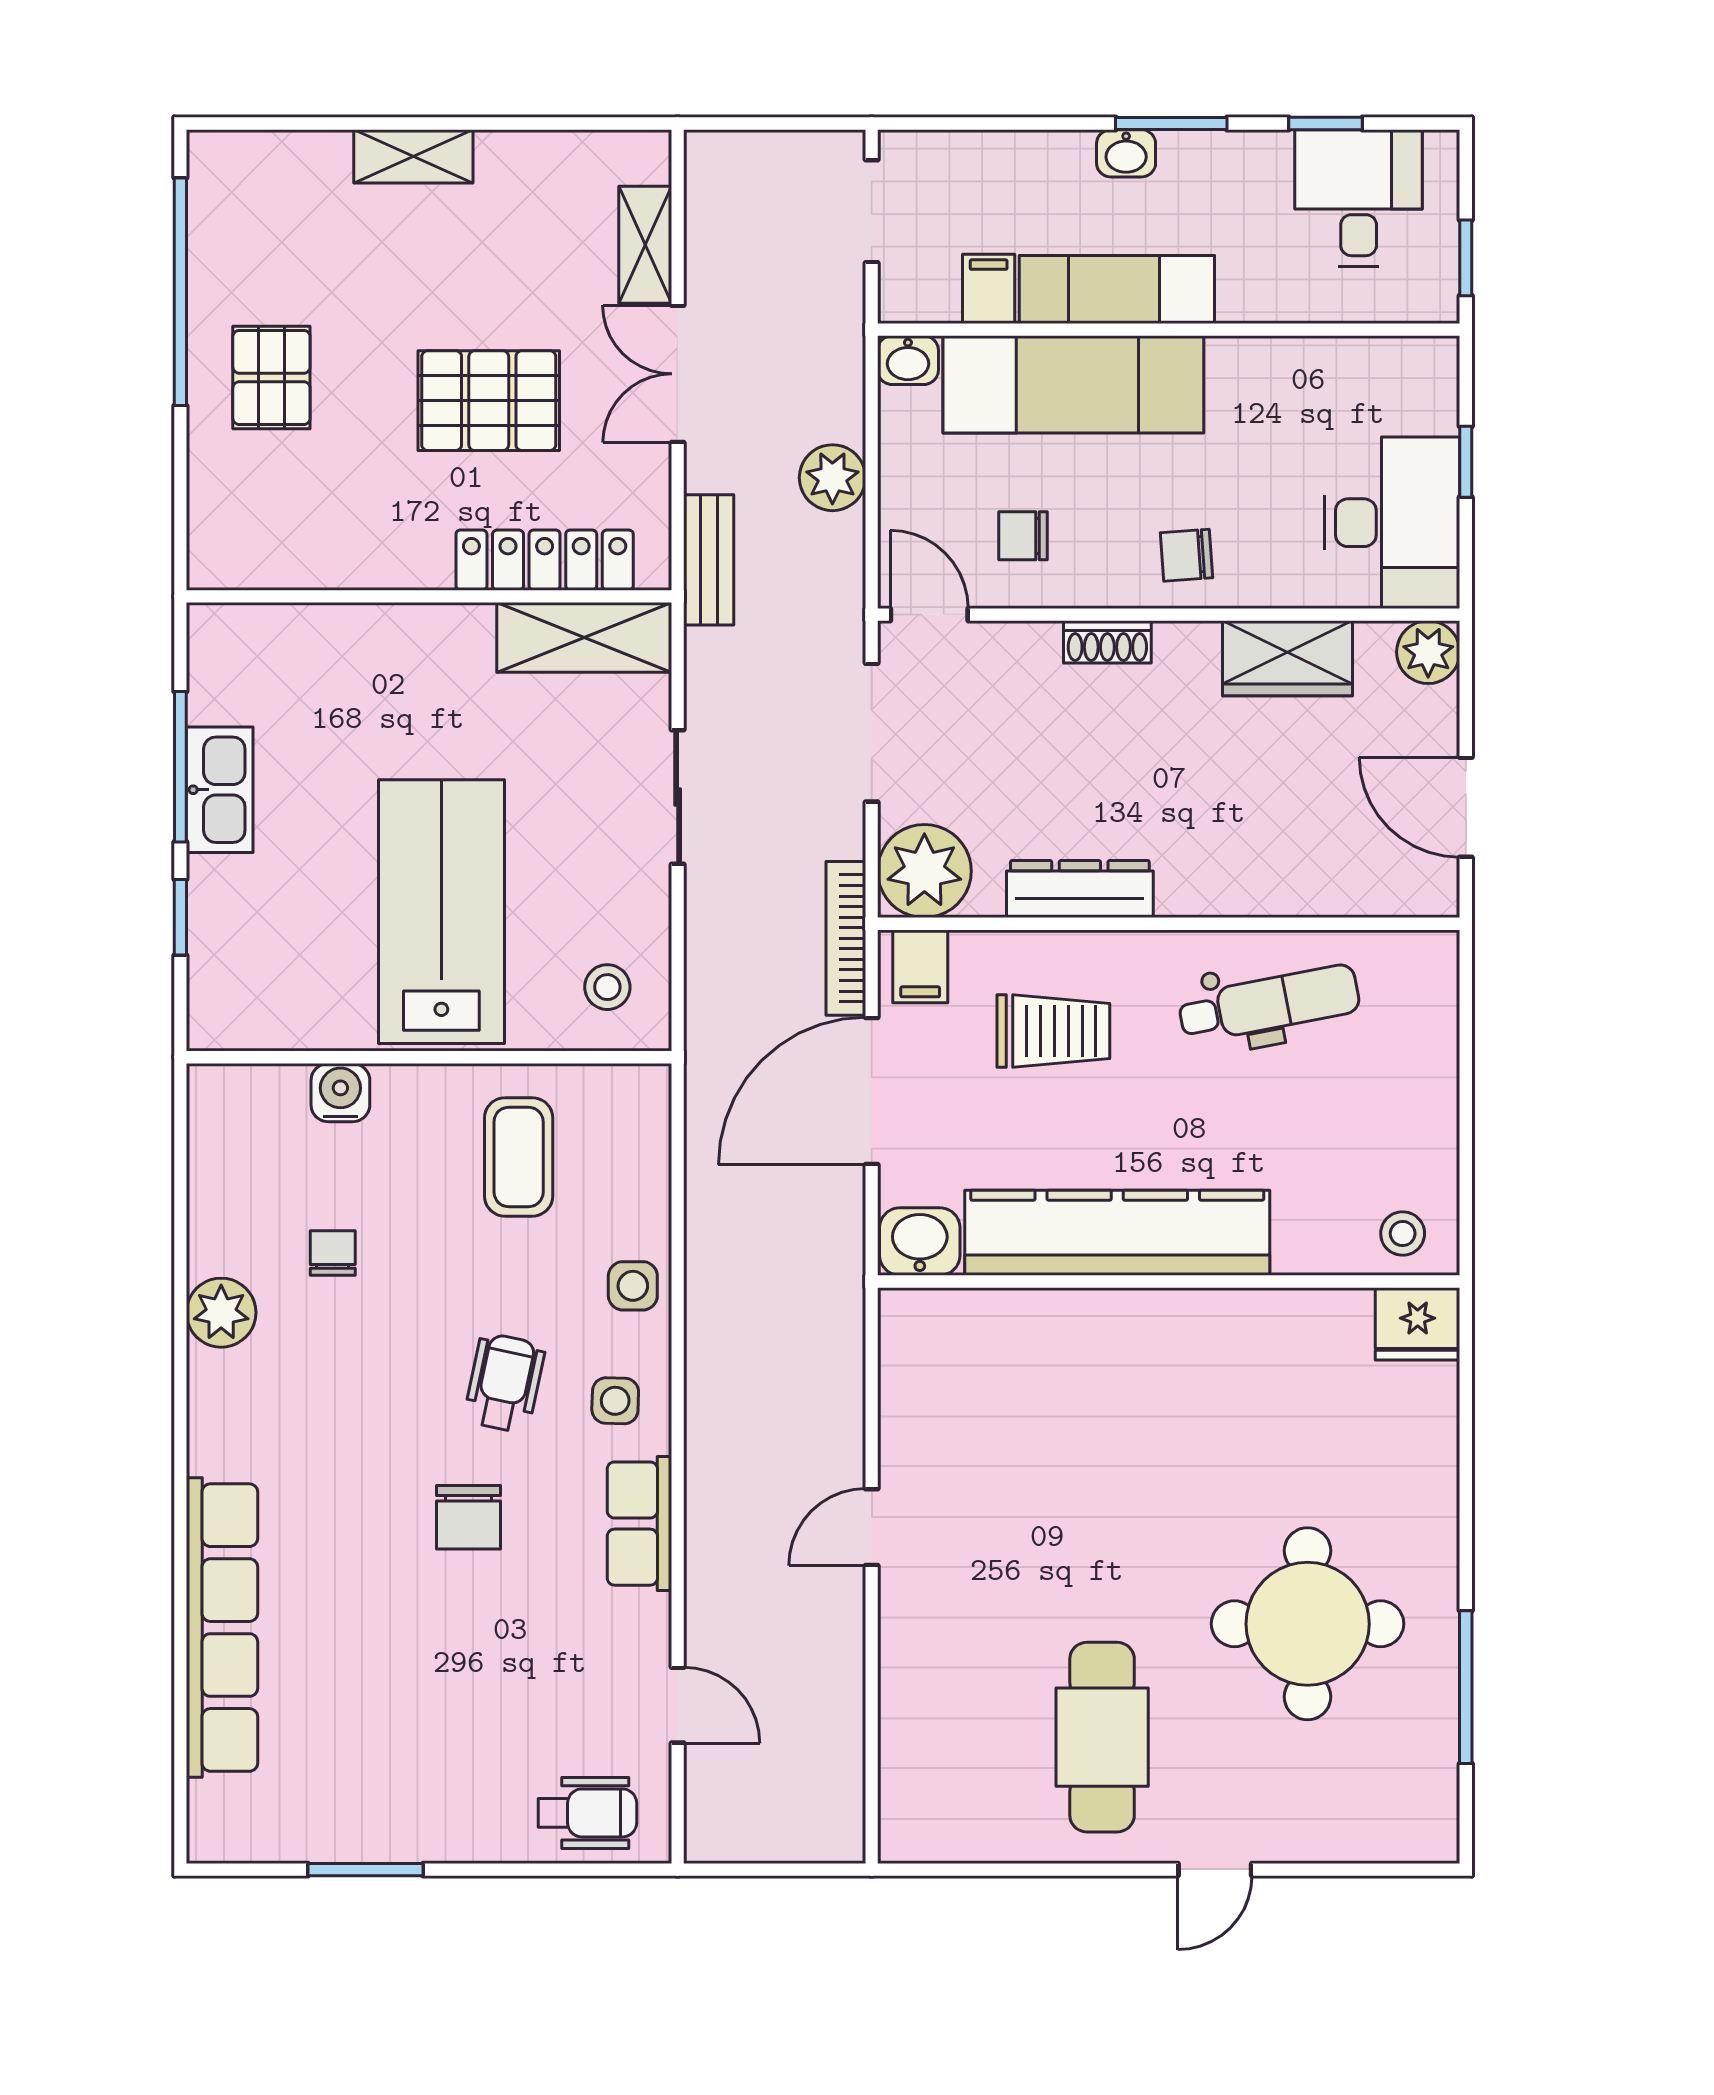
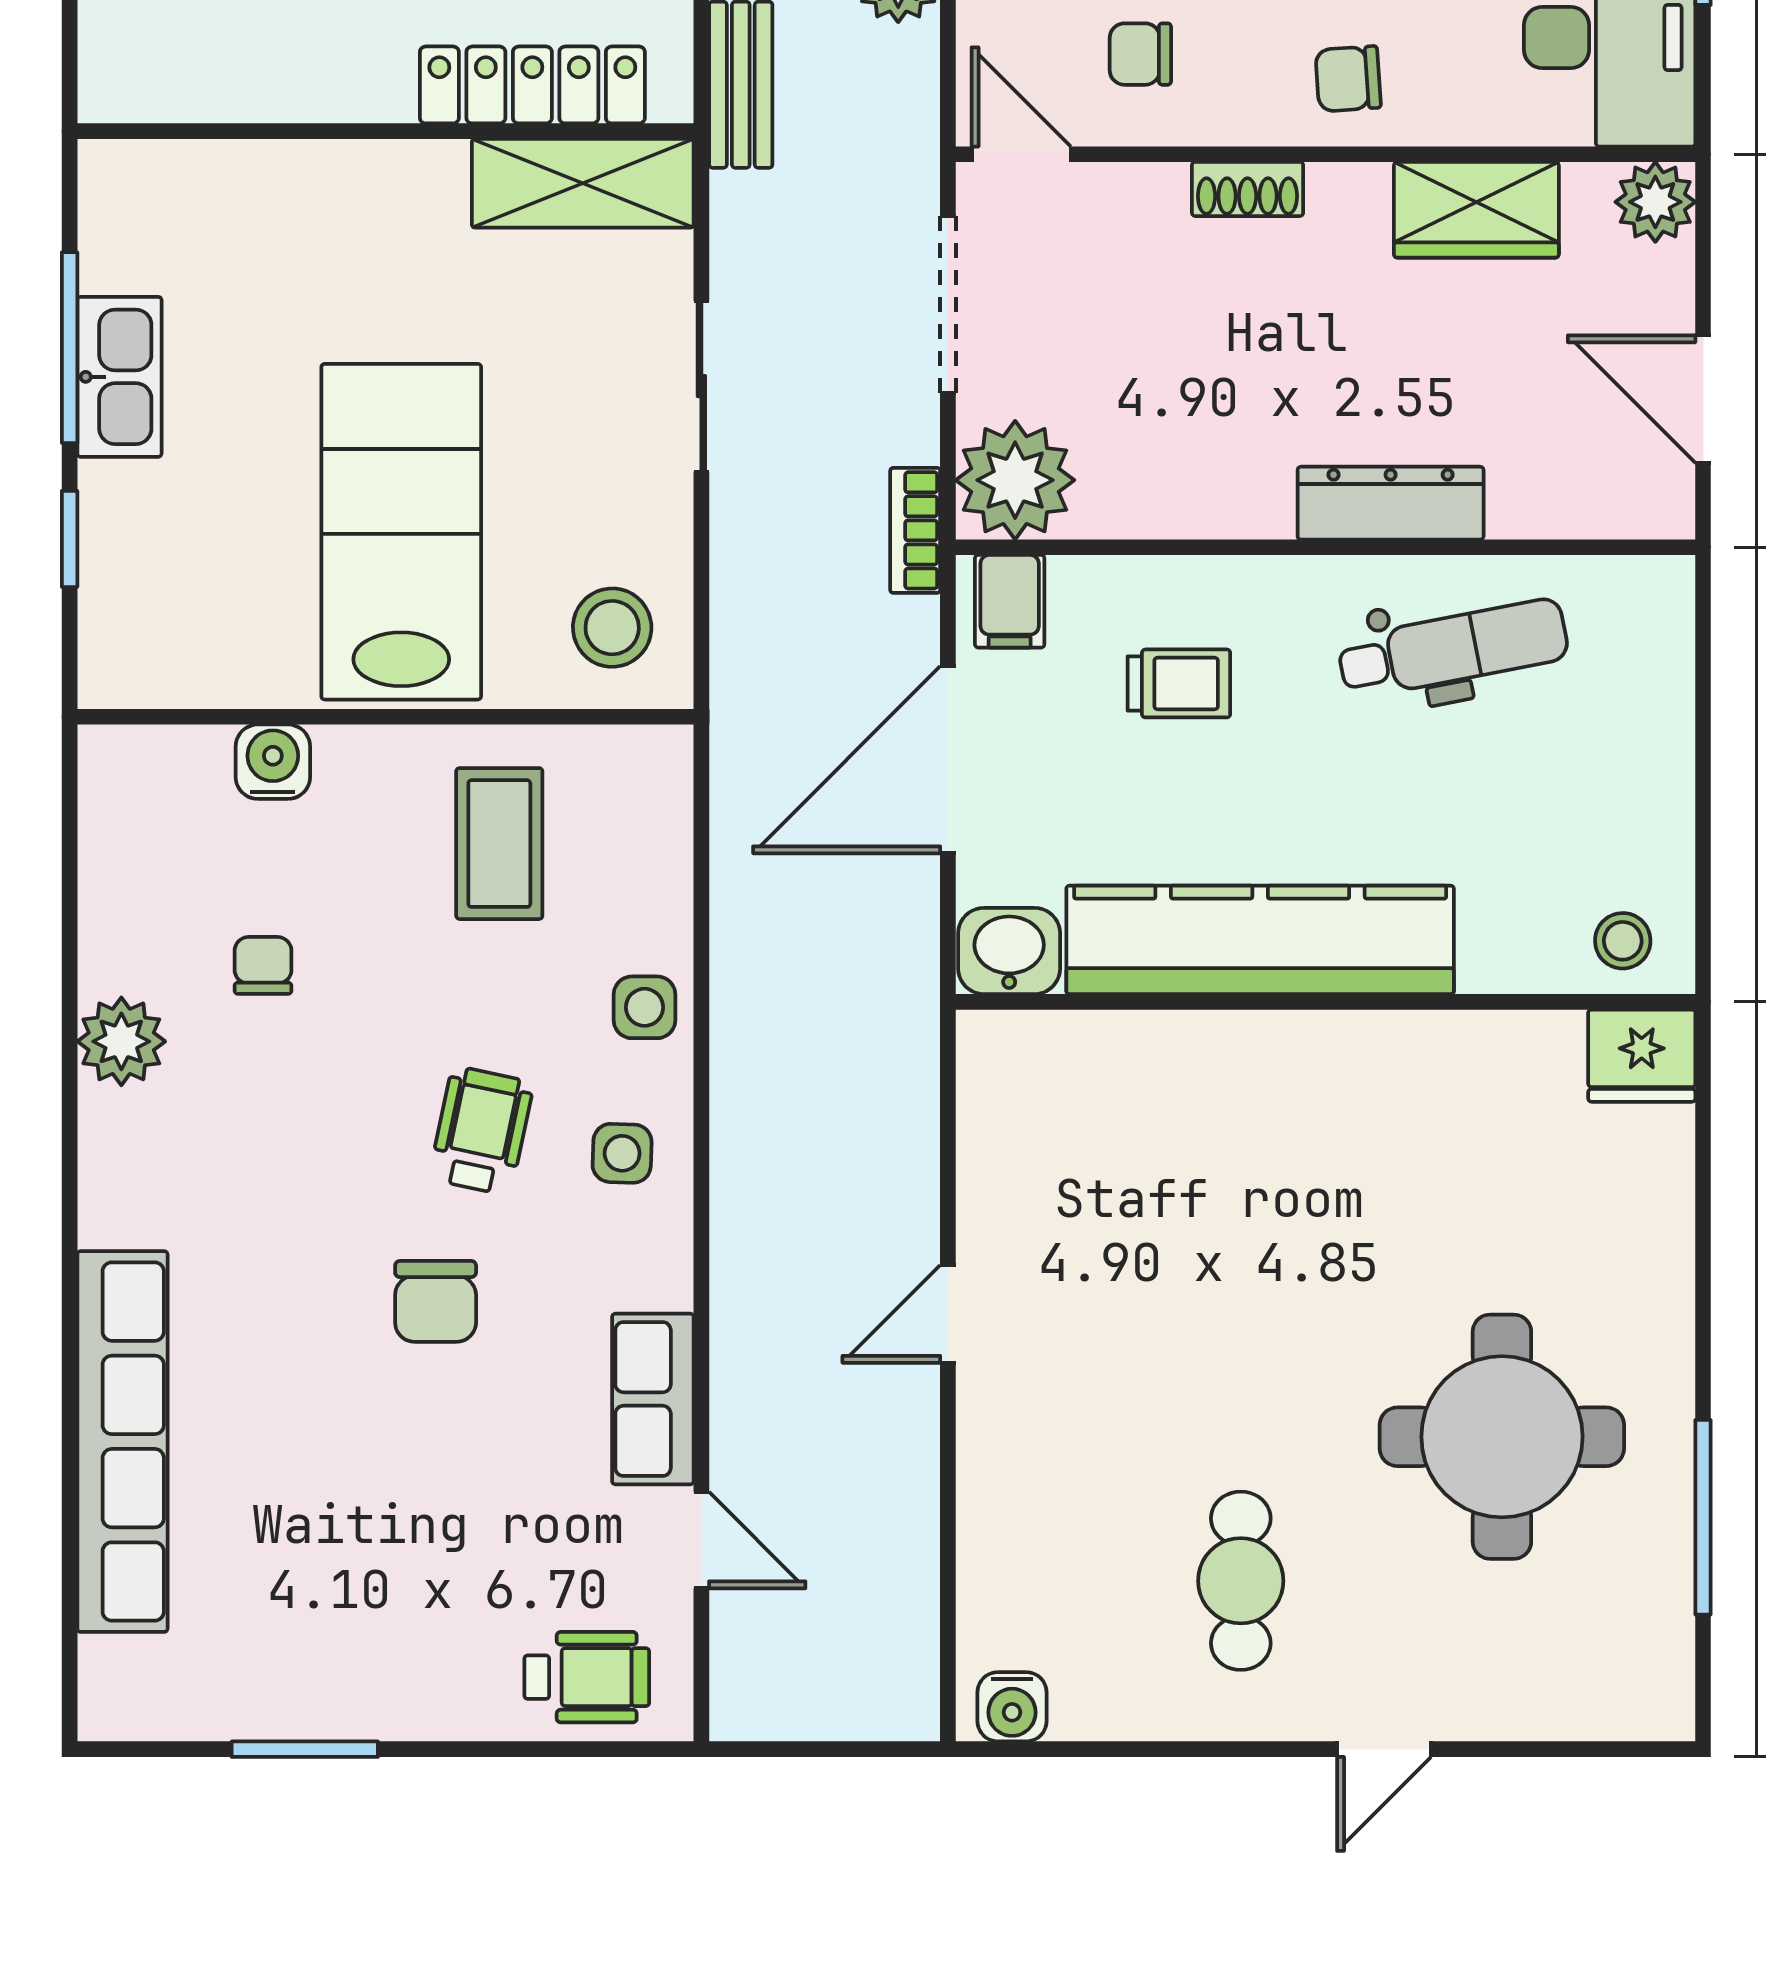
dresser: (1080, 889) -> (1391, 503), moved
bookcase: (846, 938) -> (915, 530), width x0.64
stool: (607, 987) -> (612, 628), width x1.37, depth x1.37
trolley: (1053, 1031) -> (1179, 683), width x0.73, depth x0.72
row of seats: (639, 1524) -> (653, 1399), moved
cafe table: (1102, 1737) -> (1241, 1581), width x0.73, depth x0.74
water cooler: (922, 1836) -> (1012, 1707), added

